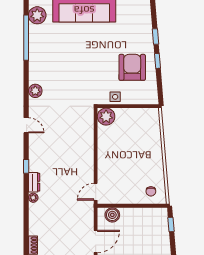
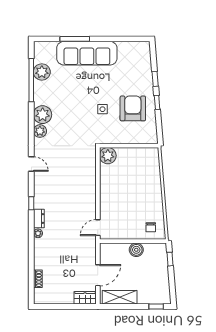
plant: (37, 15) -> (42, 72), moved
plant: (38, 74) -> (43, 115), added
side table: (115, 97) -> (102, 109), moved
boiler: (112, 215) -> (136, 250), moved

